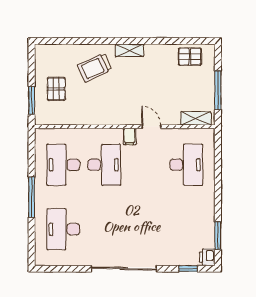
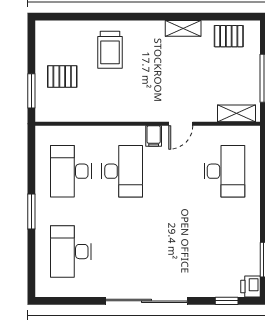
shelving: (130, 50) -> (183, 28), moved
trolley: (95, 67) -> (110, 50), turned -65
pallet: (56, 89) -> (62, 76), turned 90
door: (151, 127) -> (181, 124), swing flipped
window: (32, 197) -> (31, 212), width x0.69

